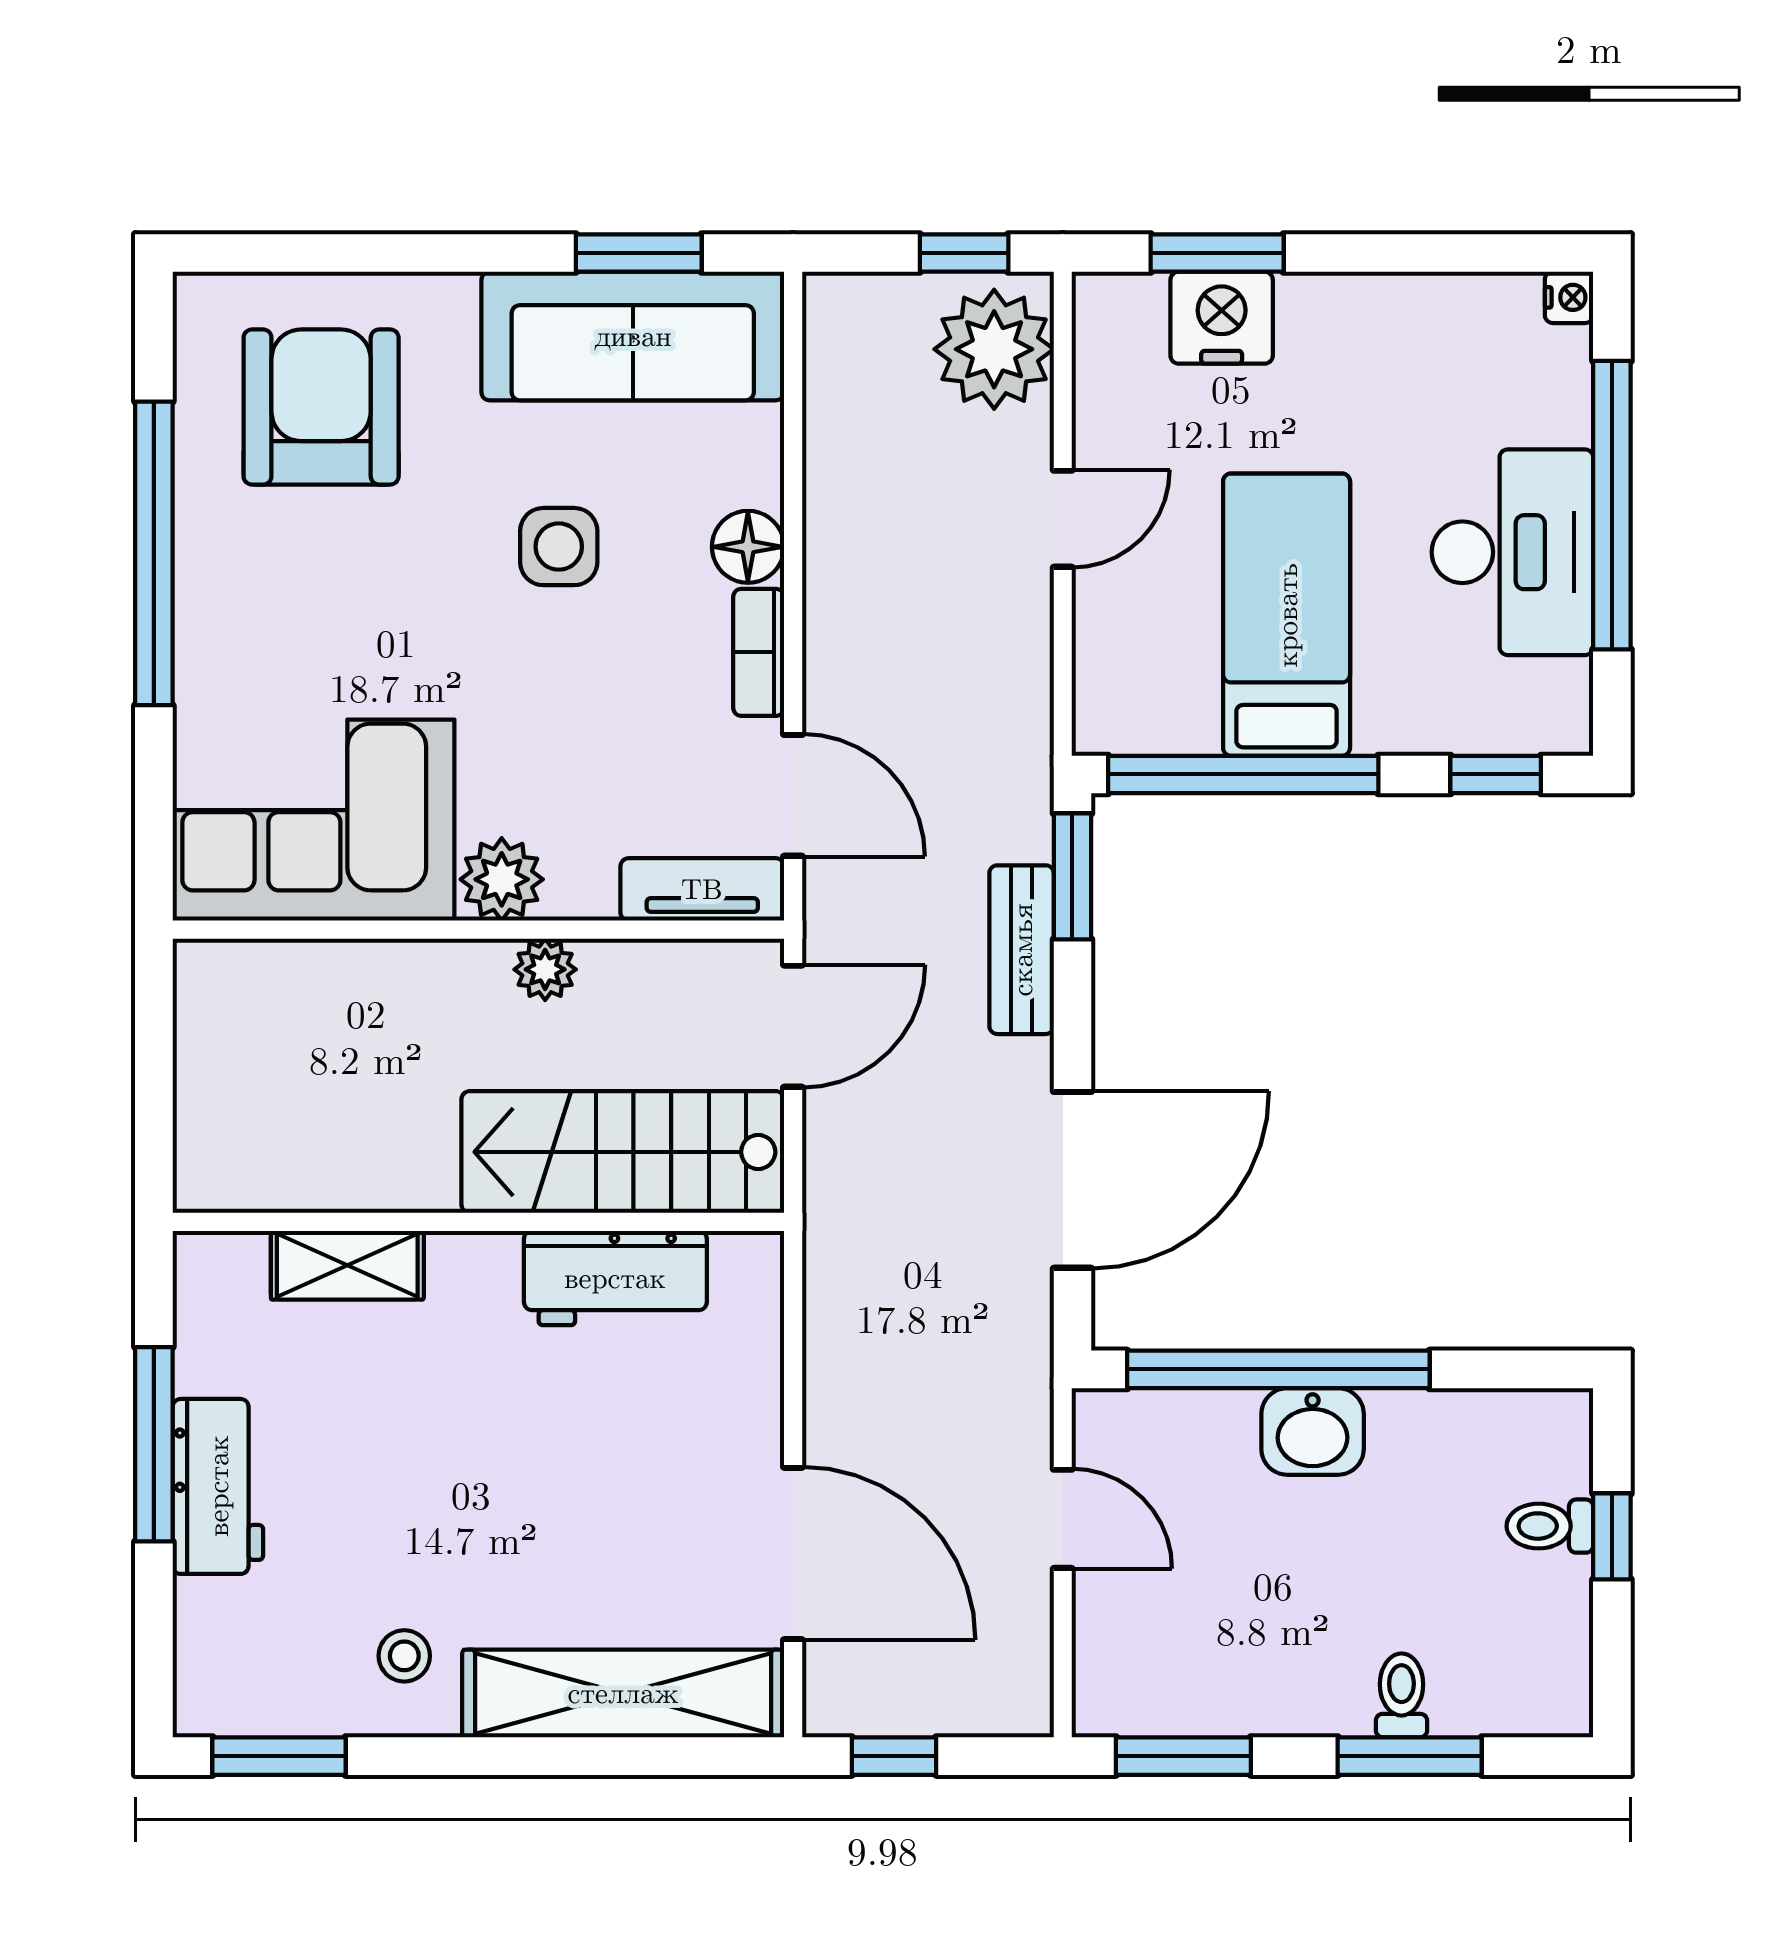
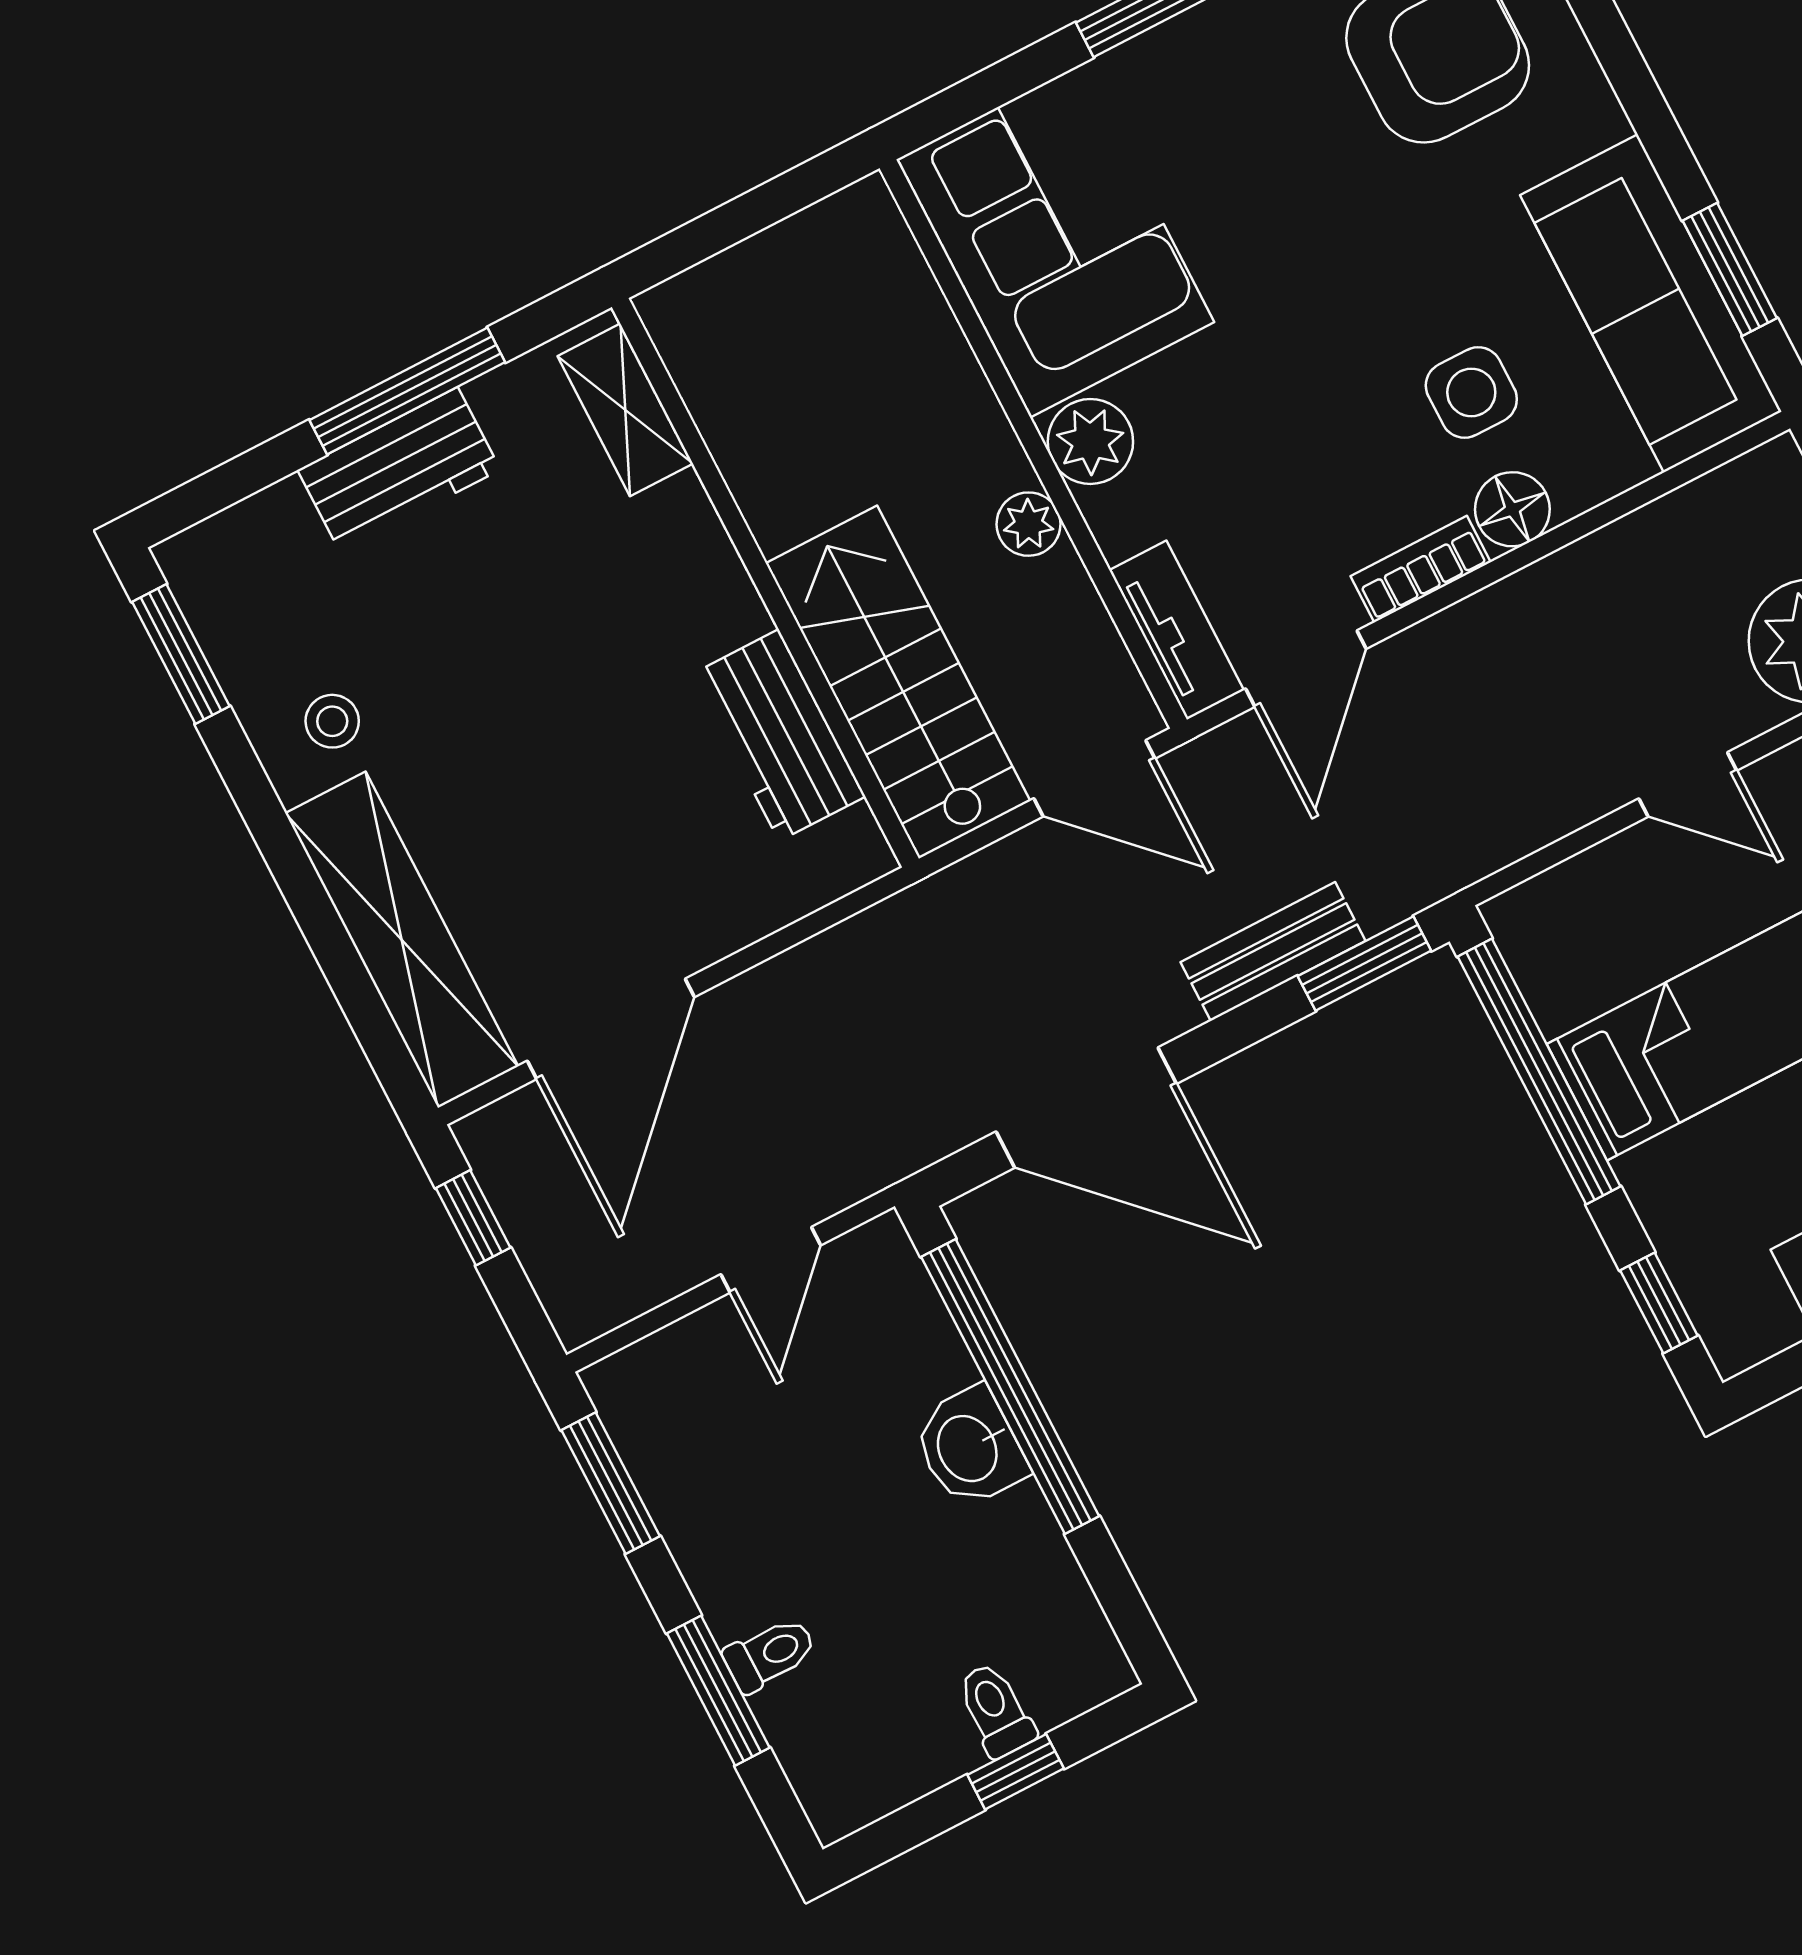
side table: (559, 547) -> (1471, 392), moved
shelving: (347, 1265) -> (625, 410), moved

